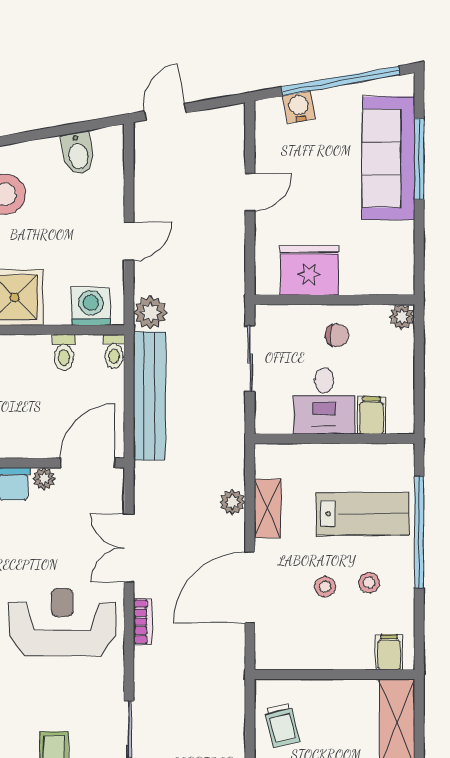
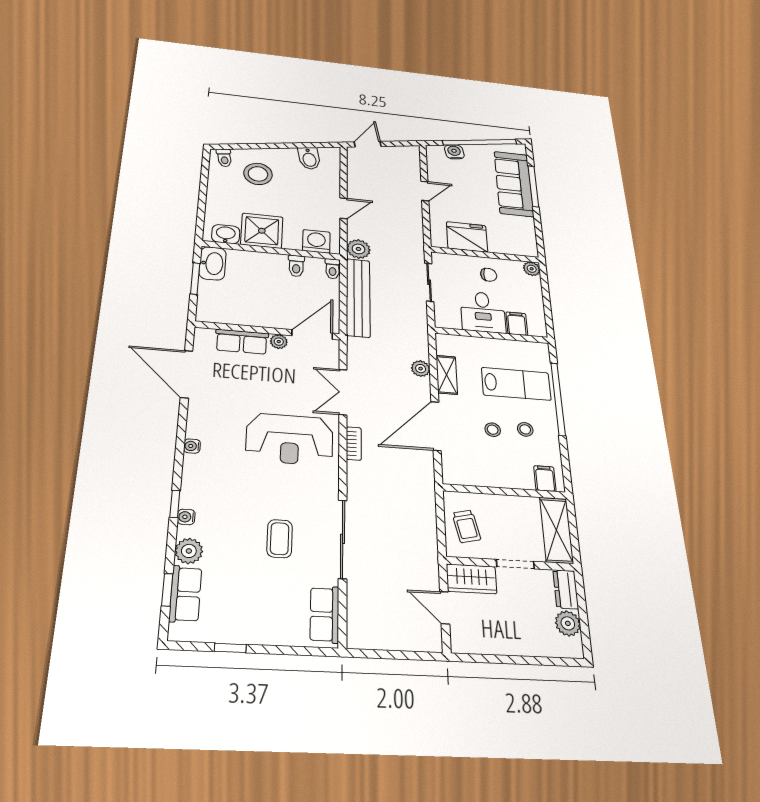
reception desk: (62, 622) -> (290, 439), turned 180

